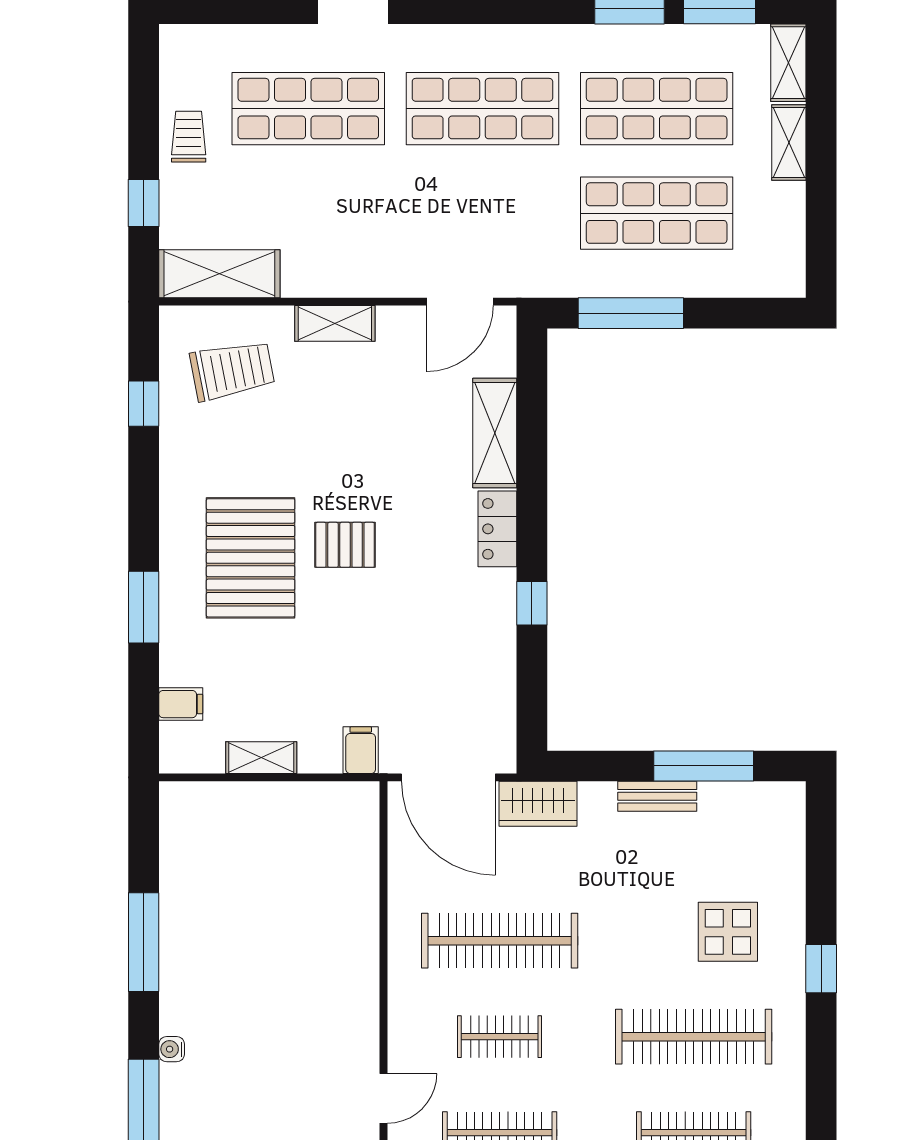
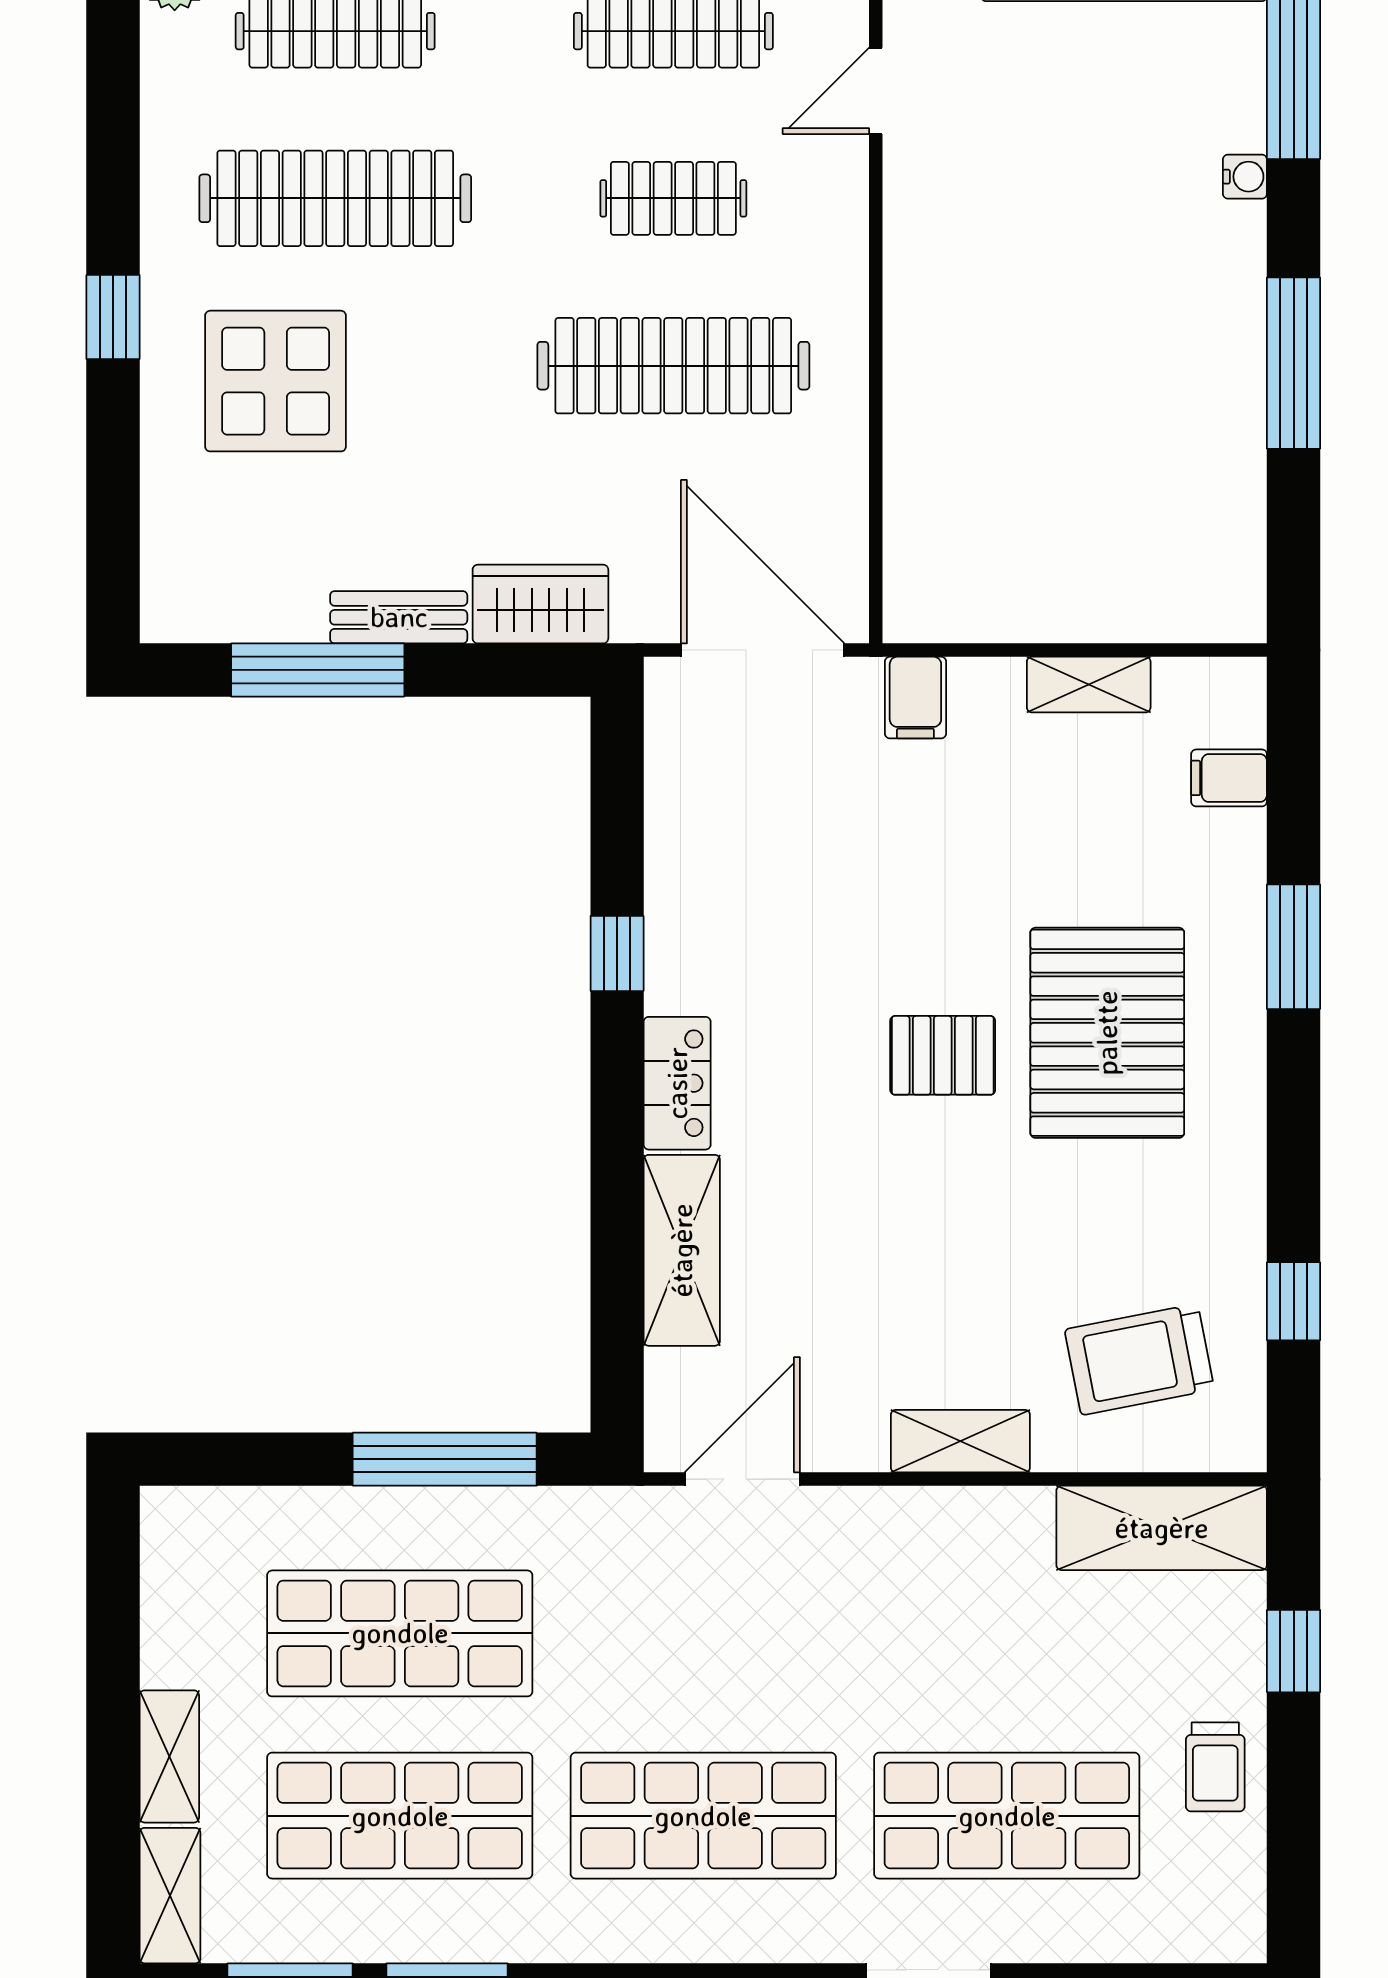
wardrobe: (538, 804) -> (540, 604), moved
display table: (728, 932) -> (276, 381), width x1.36, depth x1.36

